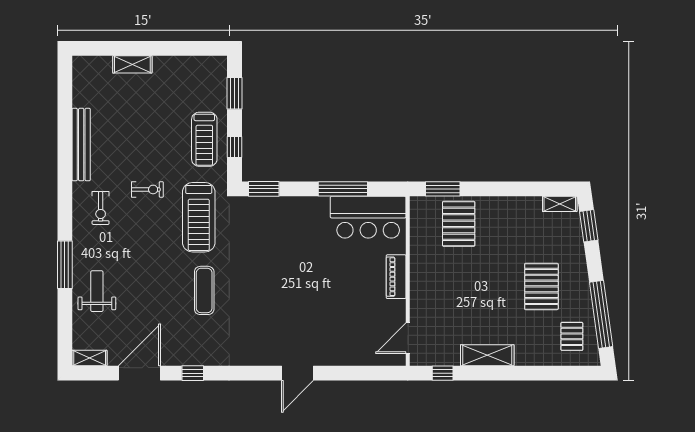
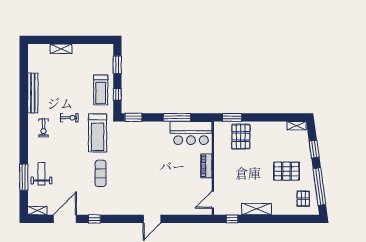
window: (589, 226) -> (314, 149), moved
window: (65, 265) -> (24, 177), moved
pallet: (541, 286) -> (286, 171), turned 90

